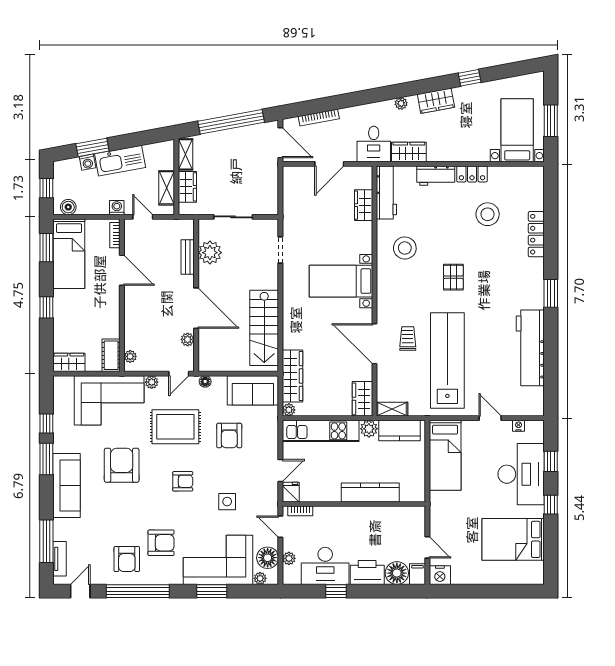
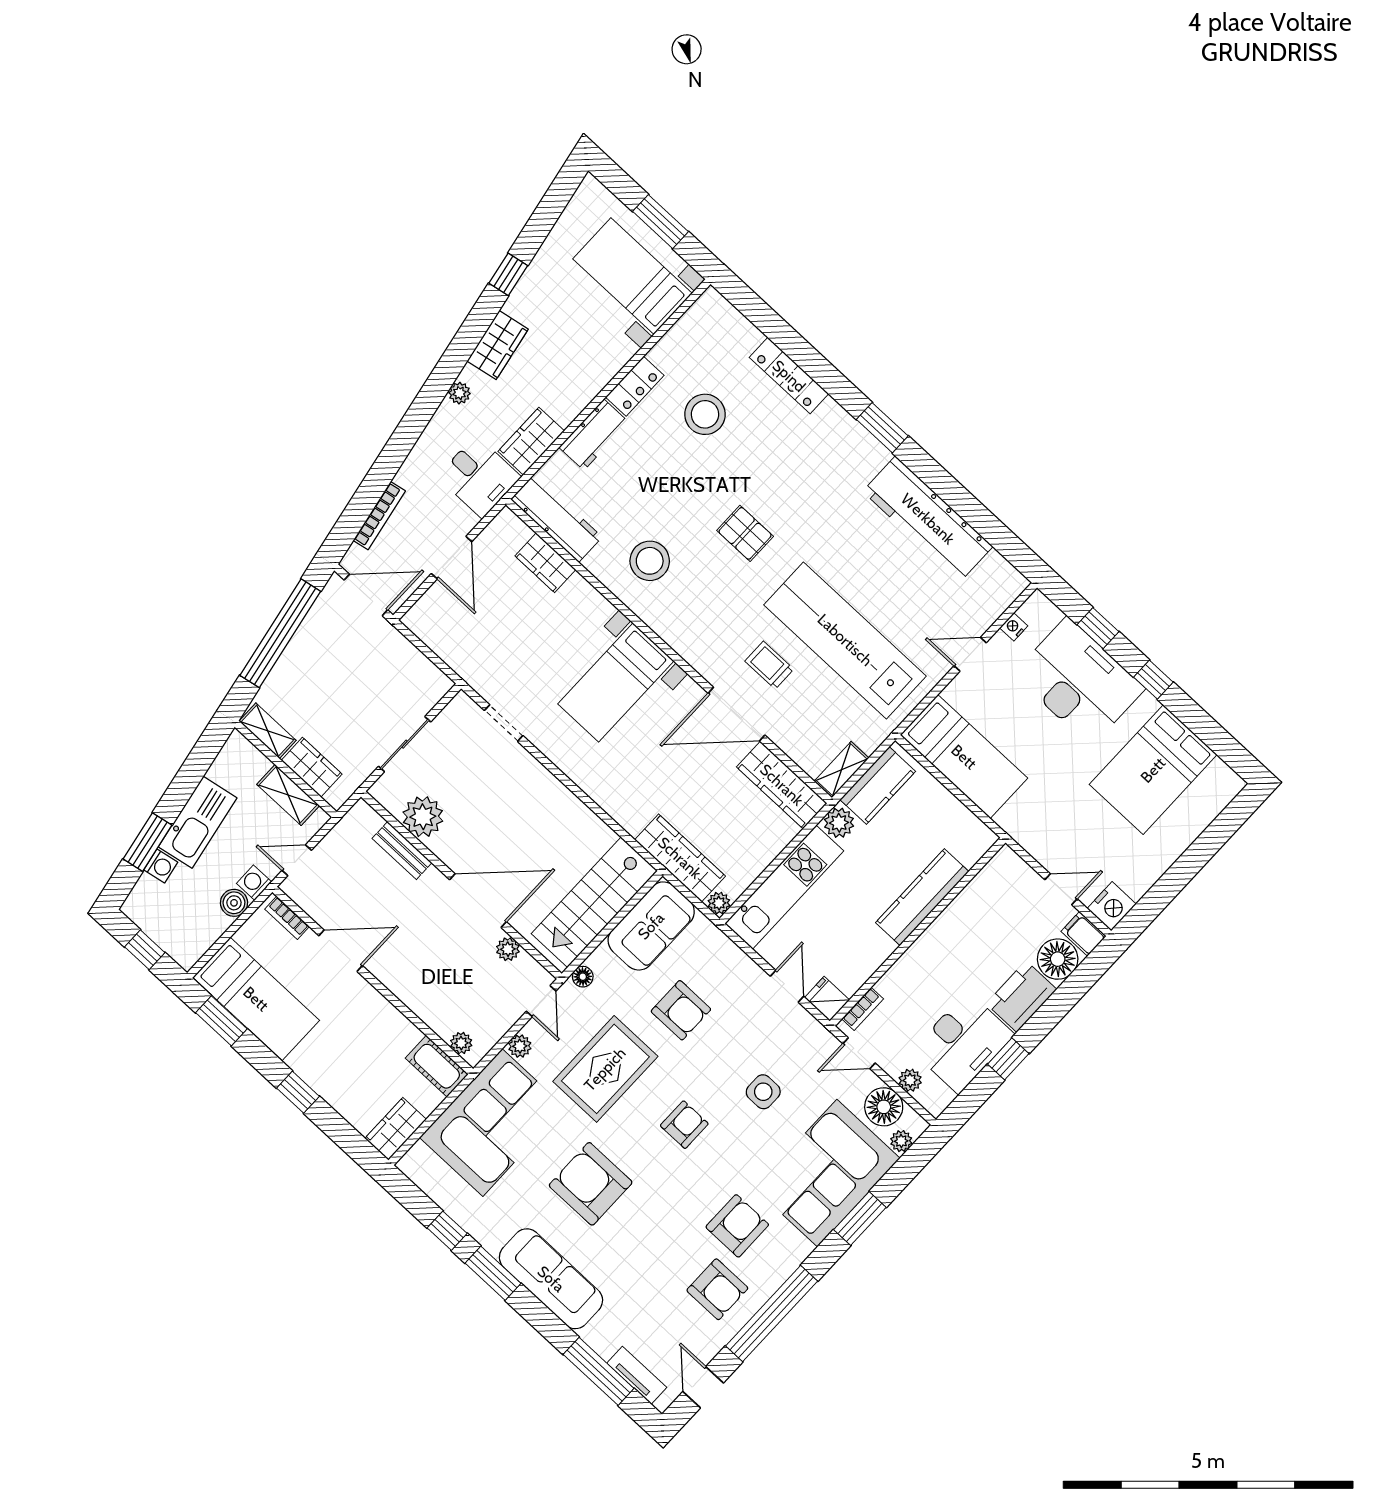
boiler: (68, 207) -> (234, 903), moved
stairs: (264, 328) -> (594, 902), moved, turned 90
wardrobe: (362, 399) -> (782, 785), width x1.50

